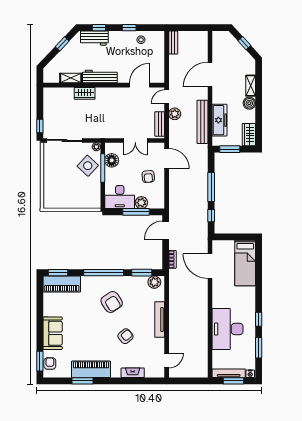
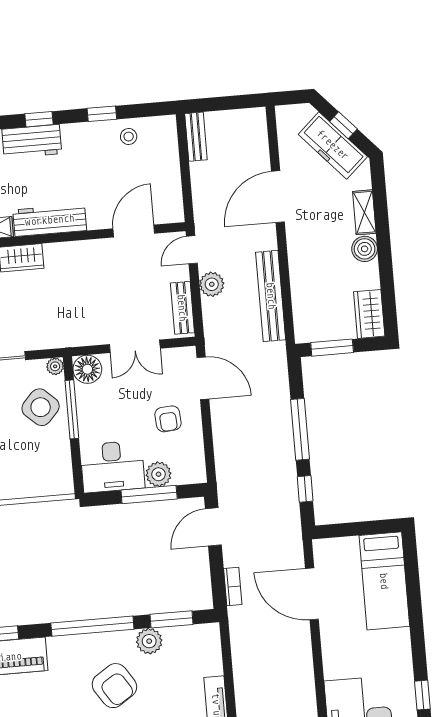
freezer: (220, 120) -> (333, 145), moved, turned 138
floor lamp: (112, 160) -> (87, 369), moved
plant: (154, 282) -> (149, 641), moved

